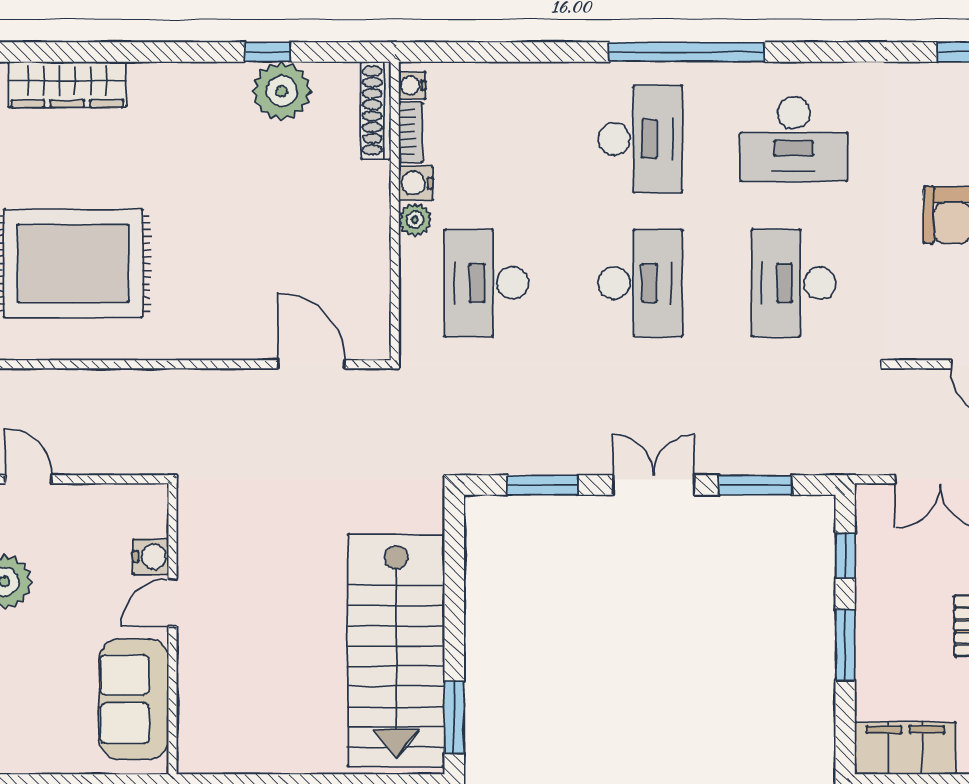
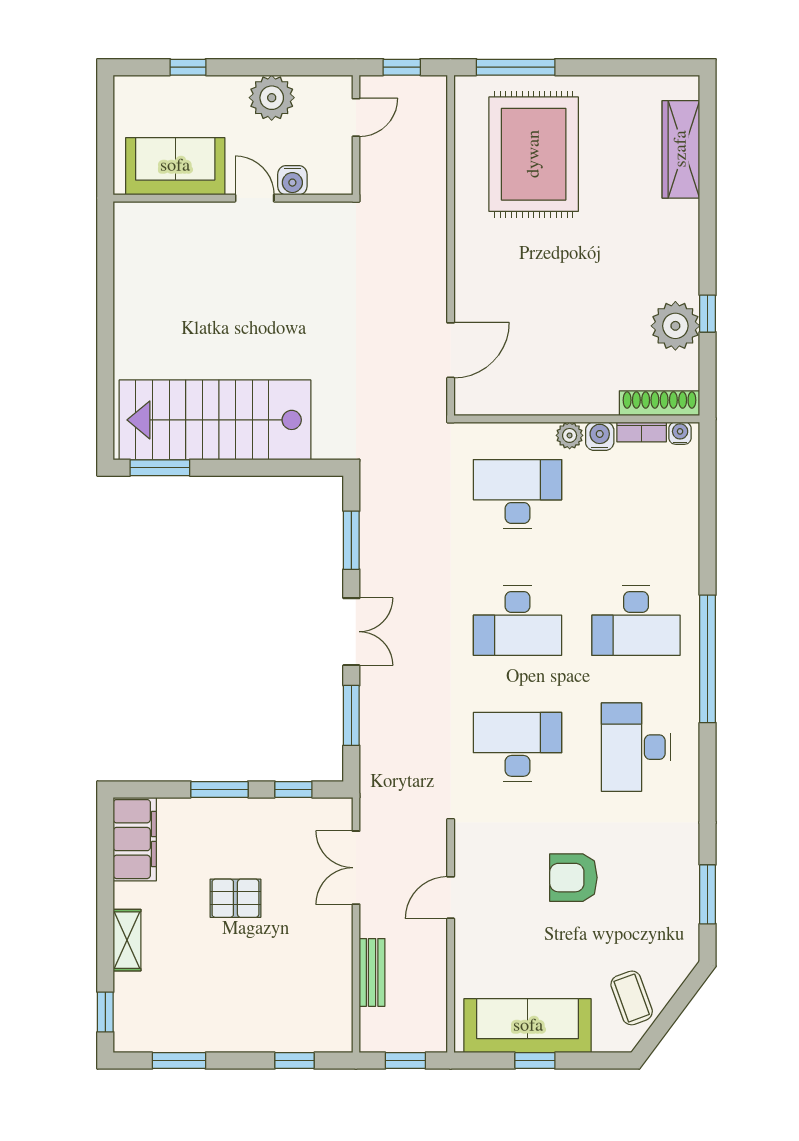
water cooler: (151, 557) -> (292, 180), moved
door: (172, 603) -> (255, 198), moved
wall: (172, 629) -> (233, 198), moved
sofa: (134, 699) -> (175, 166), moved

